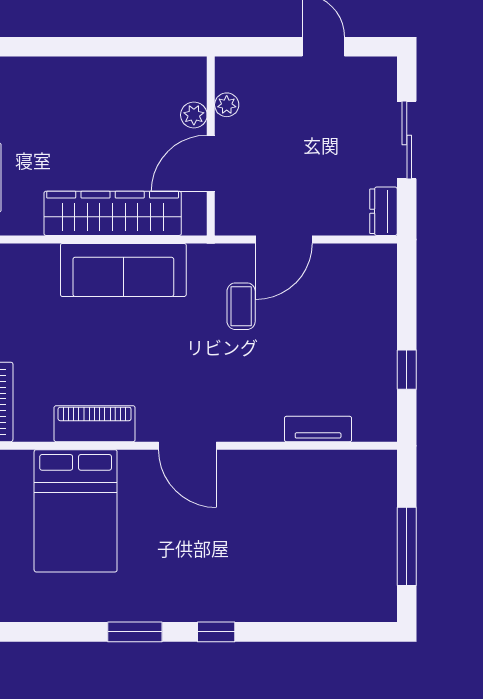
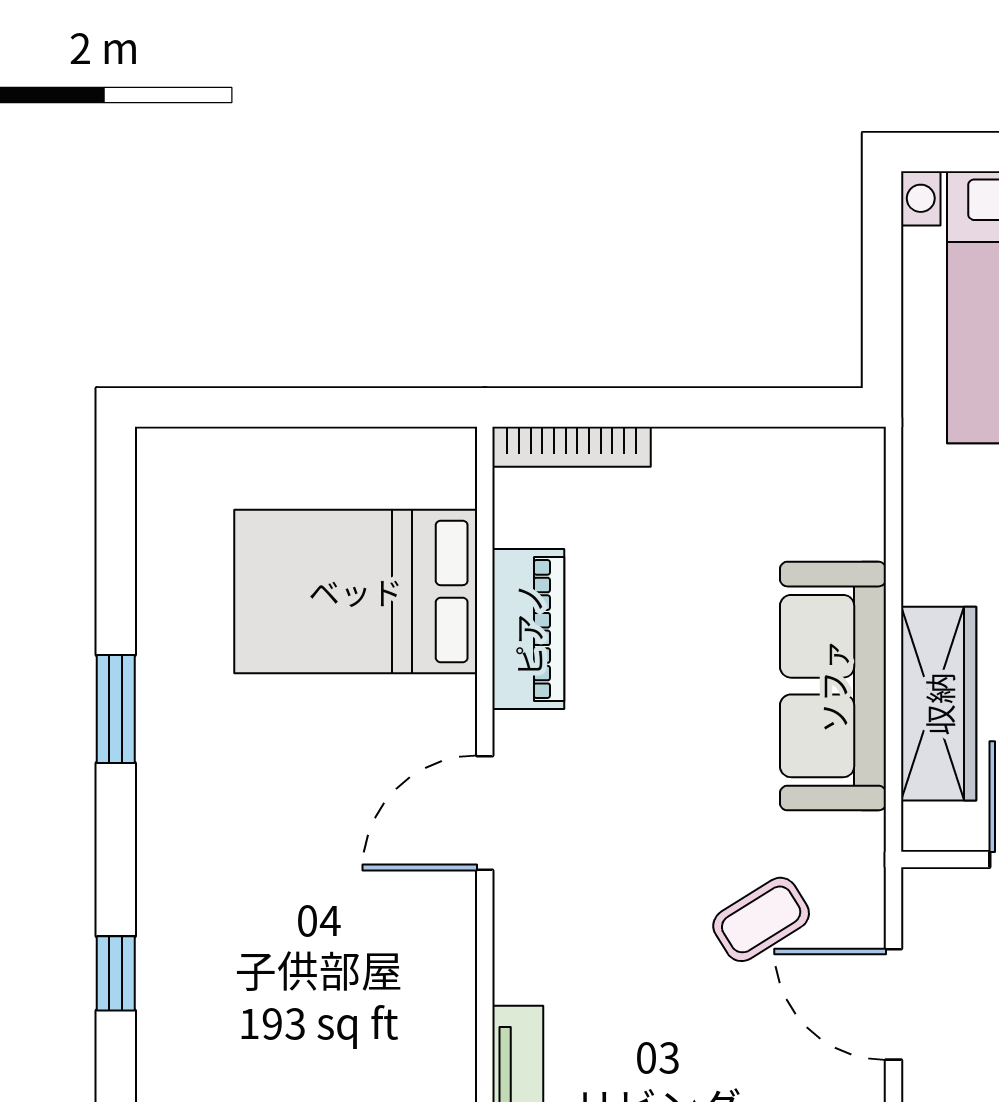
wardrobe: (113, 213) -> (939, 704), width x0.71, depth x0.85
coffee table: (241, 306) -> (761, 919), turned -32
window: (216, 632) -> (116, 973), moved

